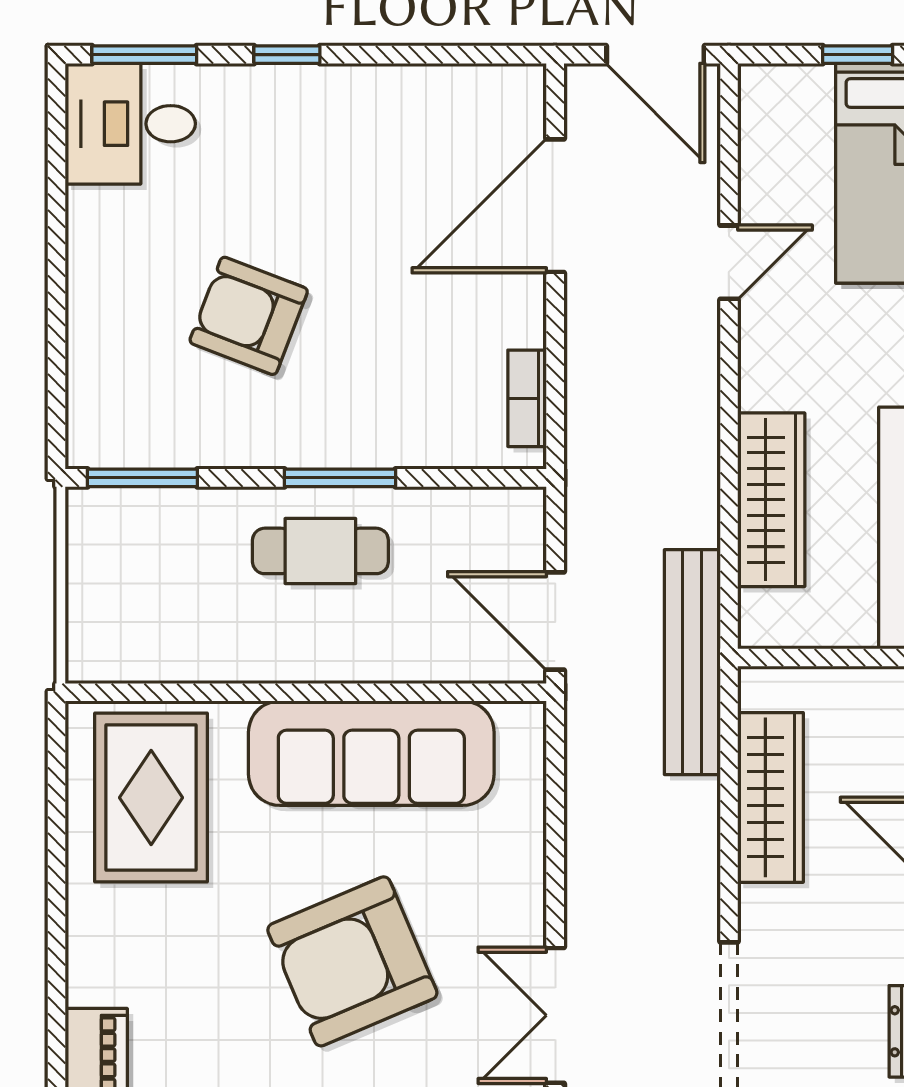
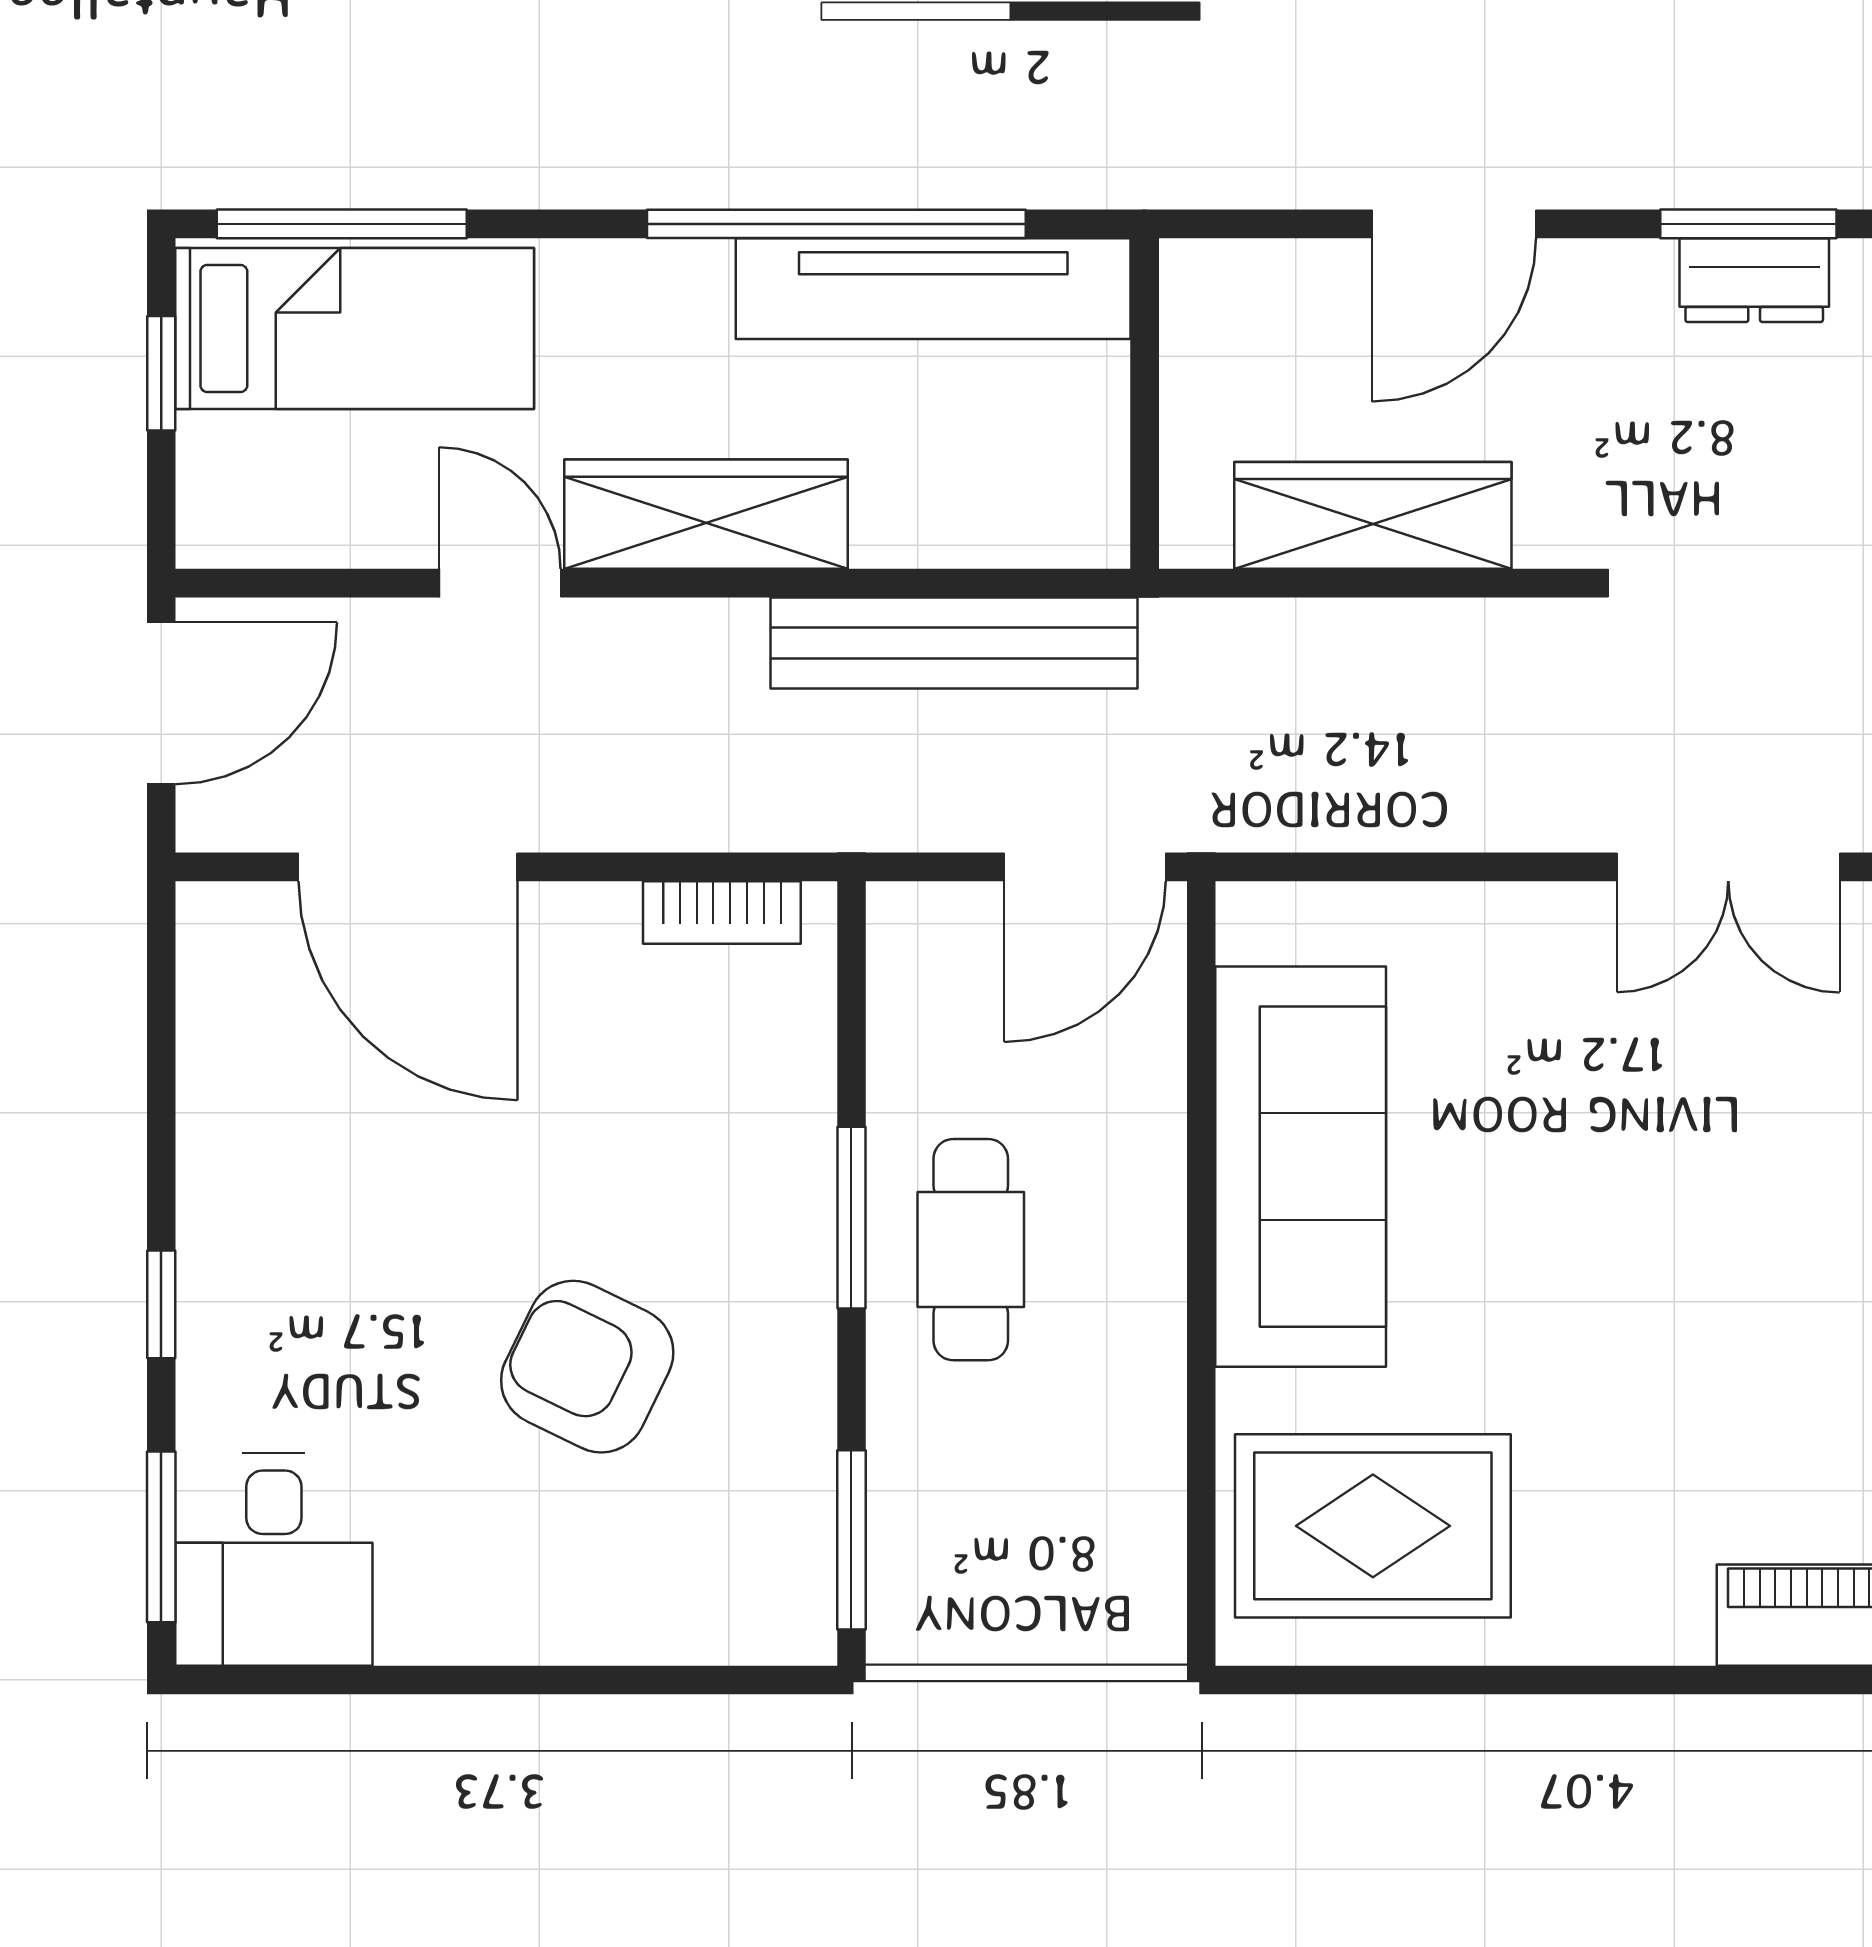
armchair: (249, 316) -> (587, 1367), turned 95
wardrobe: (771, 500) -> (706, 514), moved
bench: (692, 662) -> (954, 643), moved
armchair: (352, 961) -> (1640, 1197), removed

